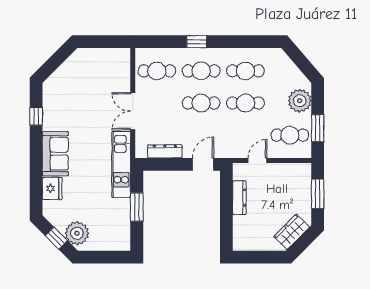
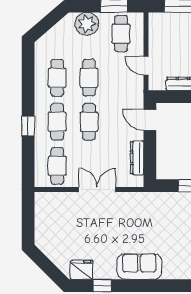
double door: (133, 111) -> (97, 190), swing flipped
kitchen unit: (121, 164) -> (150, 201), removed
fridge: (52, 188) -> (82, 270), moved

